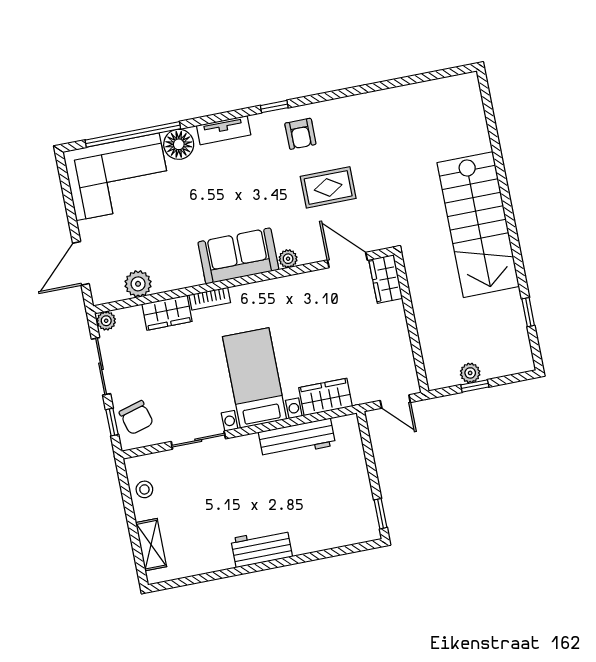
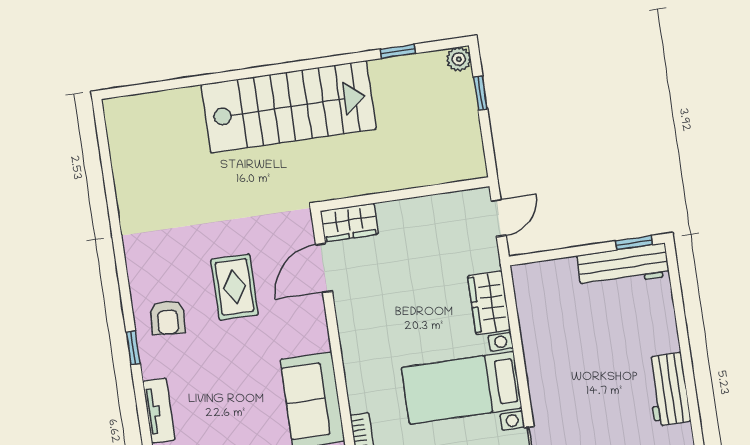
armchair: (300, 134) -> (168, 318), turned 94
plant: (288, 259) -> (319, 340), removed
plant: (470, 373) -> (459, 59), moved
window: (475, 386) -> (480, 93), moved
workbench: (297, 439) -> (623, 266), moved, turned 90

